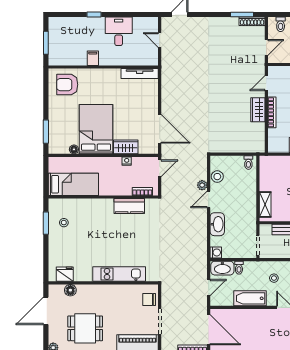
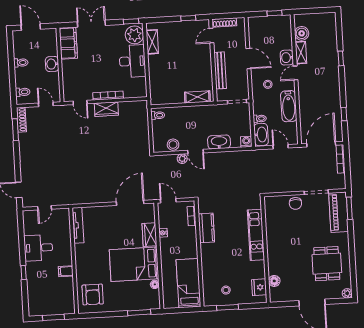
fridge: (65, 274) -> (259, 287), moved
kitchen unit: (119, 274) -> (256, 235), moved
wall: (103, 283) -> (265, 250), moved
floor lamp: (70, 290) -> (274, 281), moved

